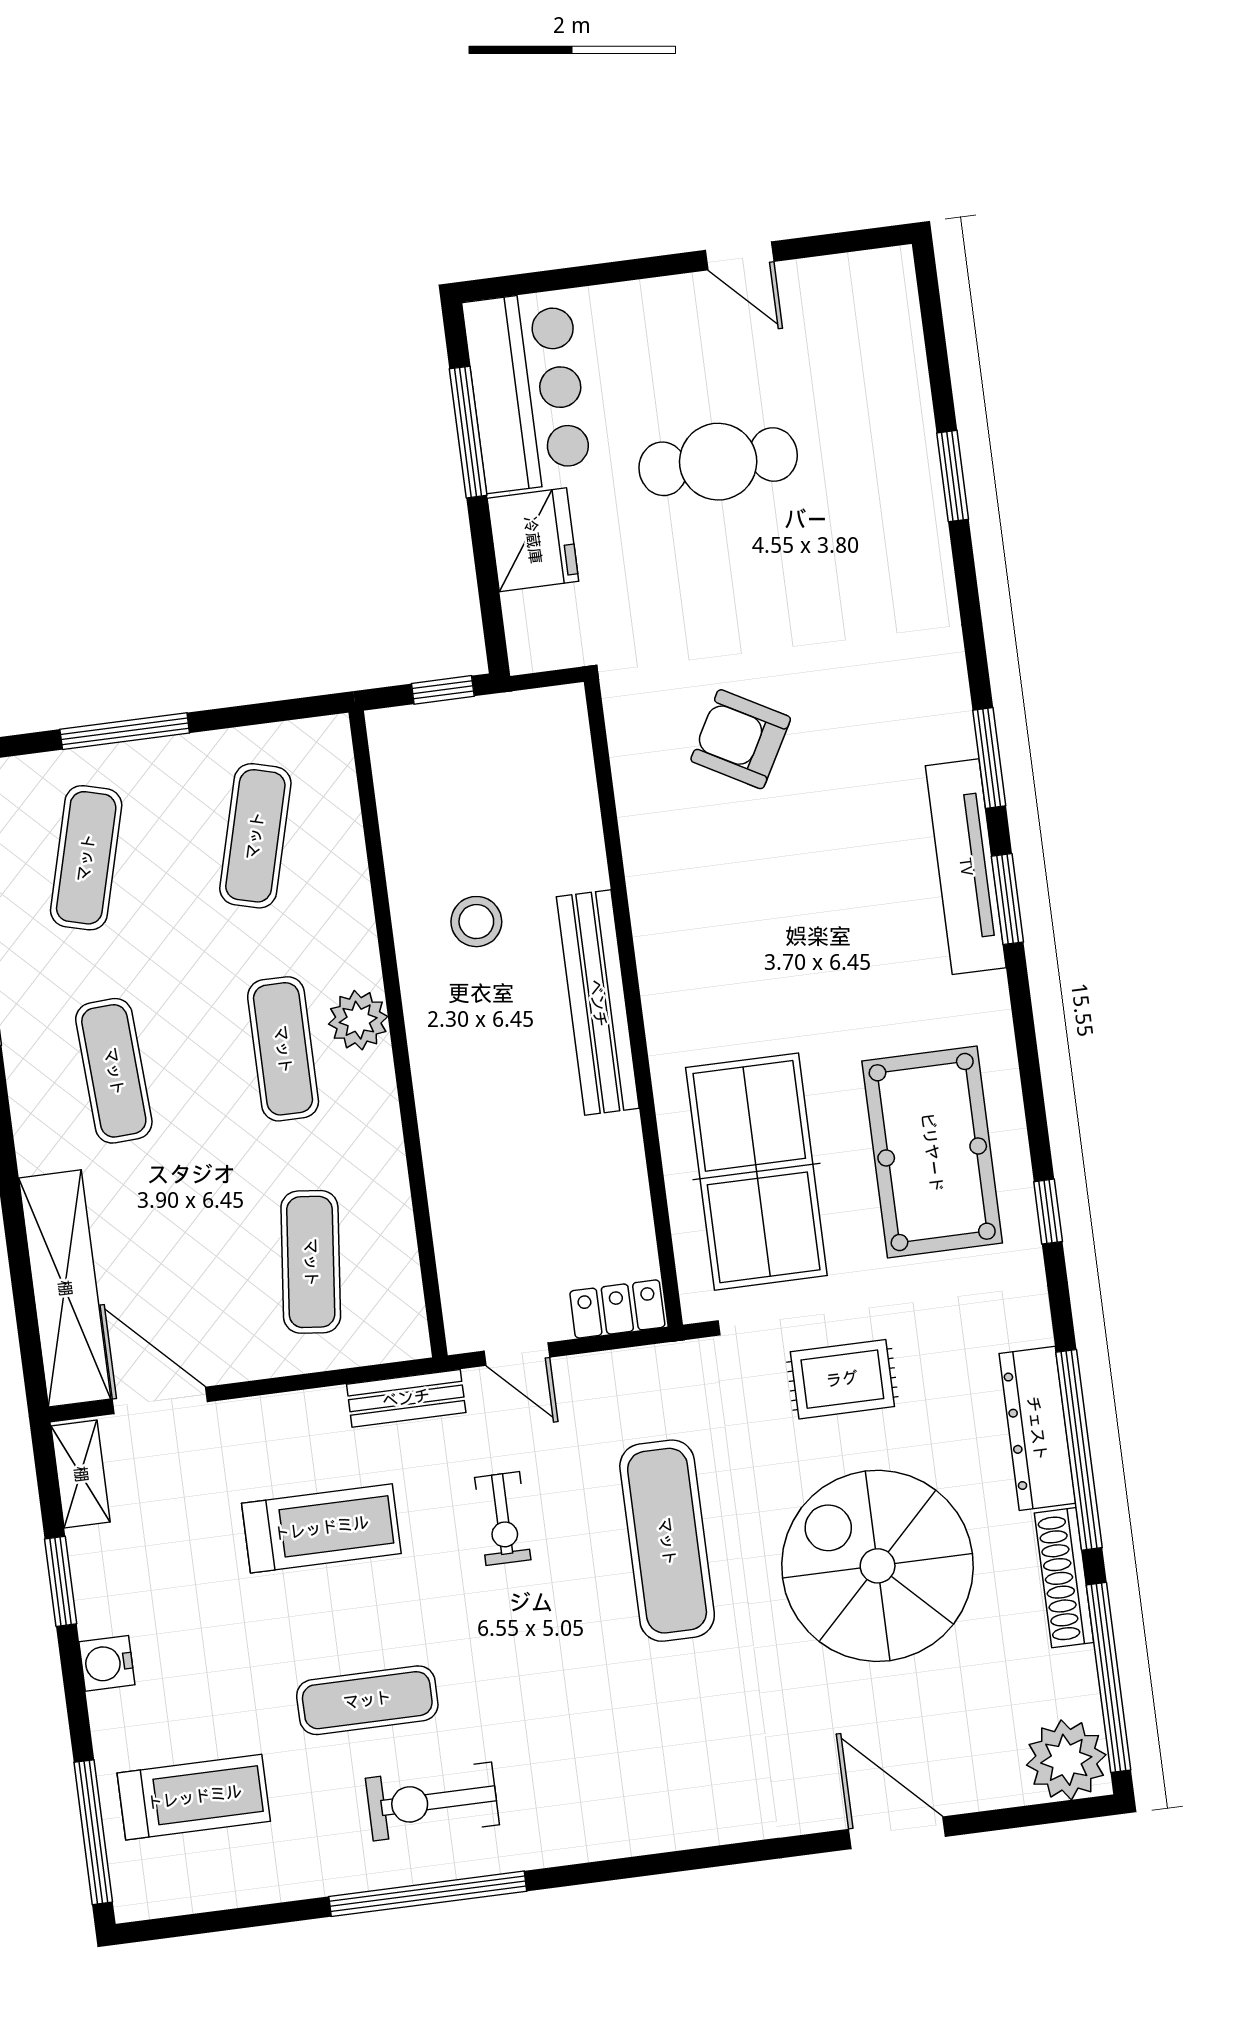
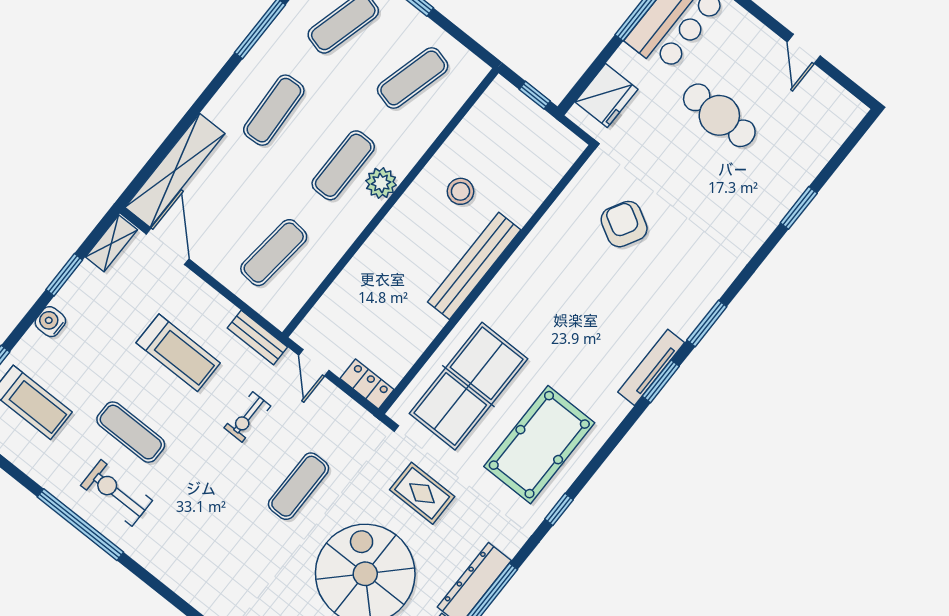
fridge: (533, 540) -> (606, 96), moved
tv unit: (966, 867) -> (651, 367), width x0.73, depth x0.78
exercise mat: (667, 1541) -> (299, 486), width x0.73, depth x0.69

